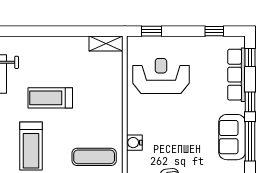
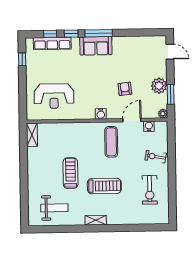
window: (151, 31) -> (23, 103), removed
window: (250, 57) -> (50, 34), moved
reception desk: (161, 76) -> (54, 96), turned -90
treadmill: (50, 98) -> (70, 173), turned 180

